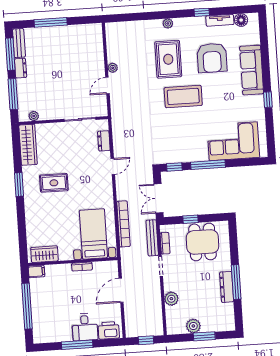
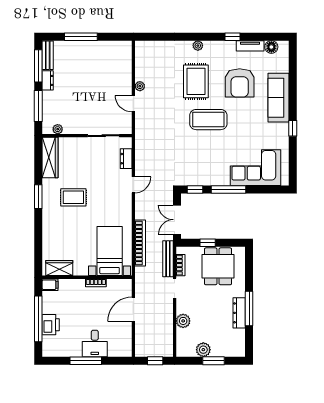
door: (107, 86) -> (133, 104), hinge flipped
printer: (109, 330) -> (51, 325), moved, turned 90

